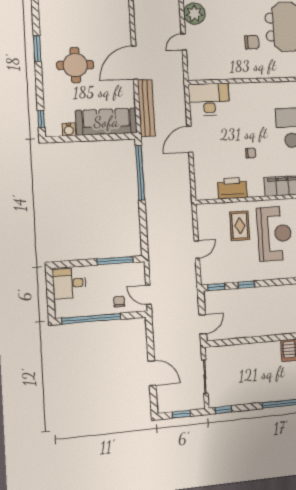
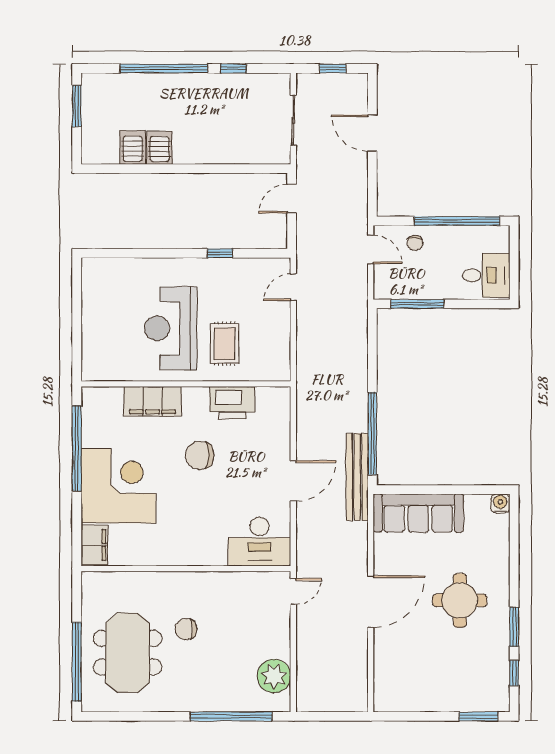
door: (184, 42) -> (293, 591), moved
bench: (146, 108) -> (357, 477), moved
window: (41, 119) -> (514, 673), moved
water cooler: (69, 130) -> (500, 503), moved
chair: (251, 153) -> (200, 455), width x1.87, depth x1.87
door: (197, 250) -> (293, 287), moved
window: (216, 287) -> (267, 253), removed
window: (223, 410) -> (233, 68), moved

